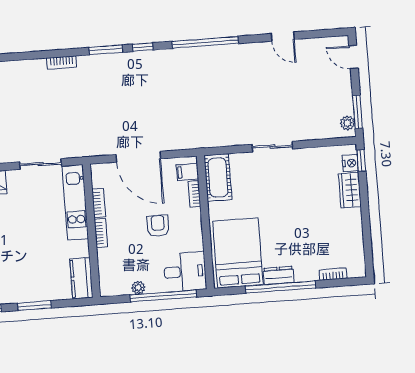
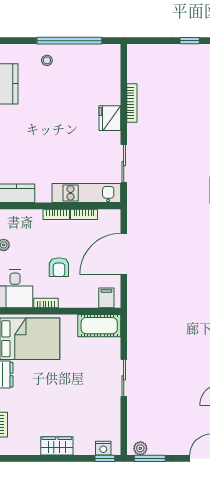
wardrobe: (350, 190) -> (57, 446), moved
bookcase: (195, 194) -> (46, 303), moved
armchair: (158, 226) -> (59, 267), turned 90

